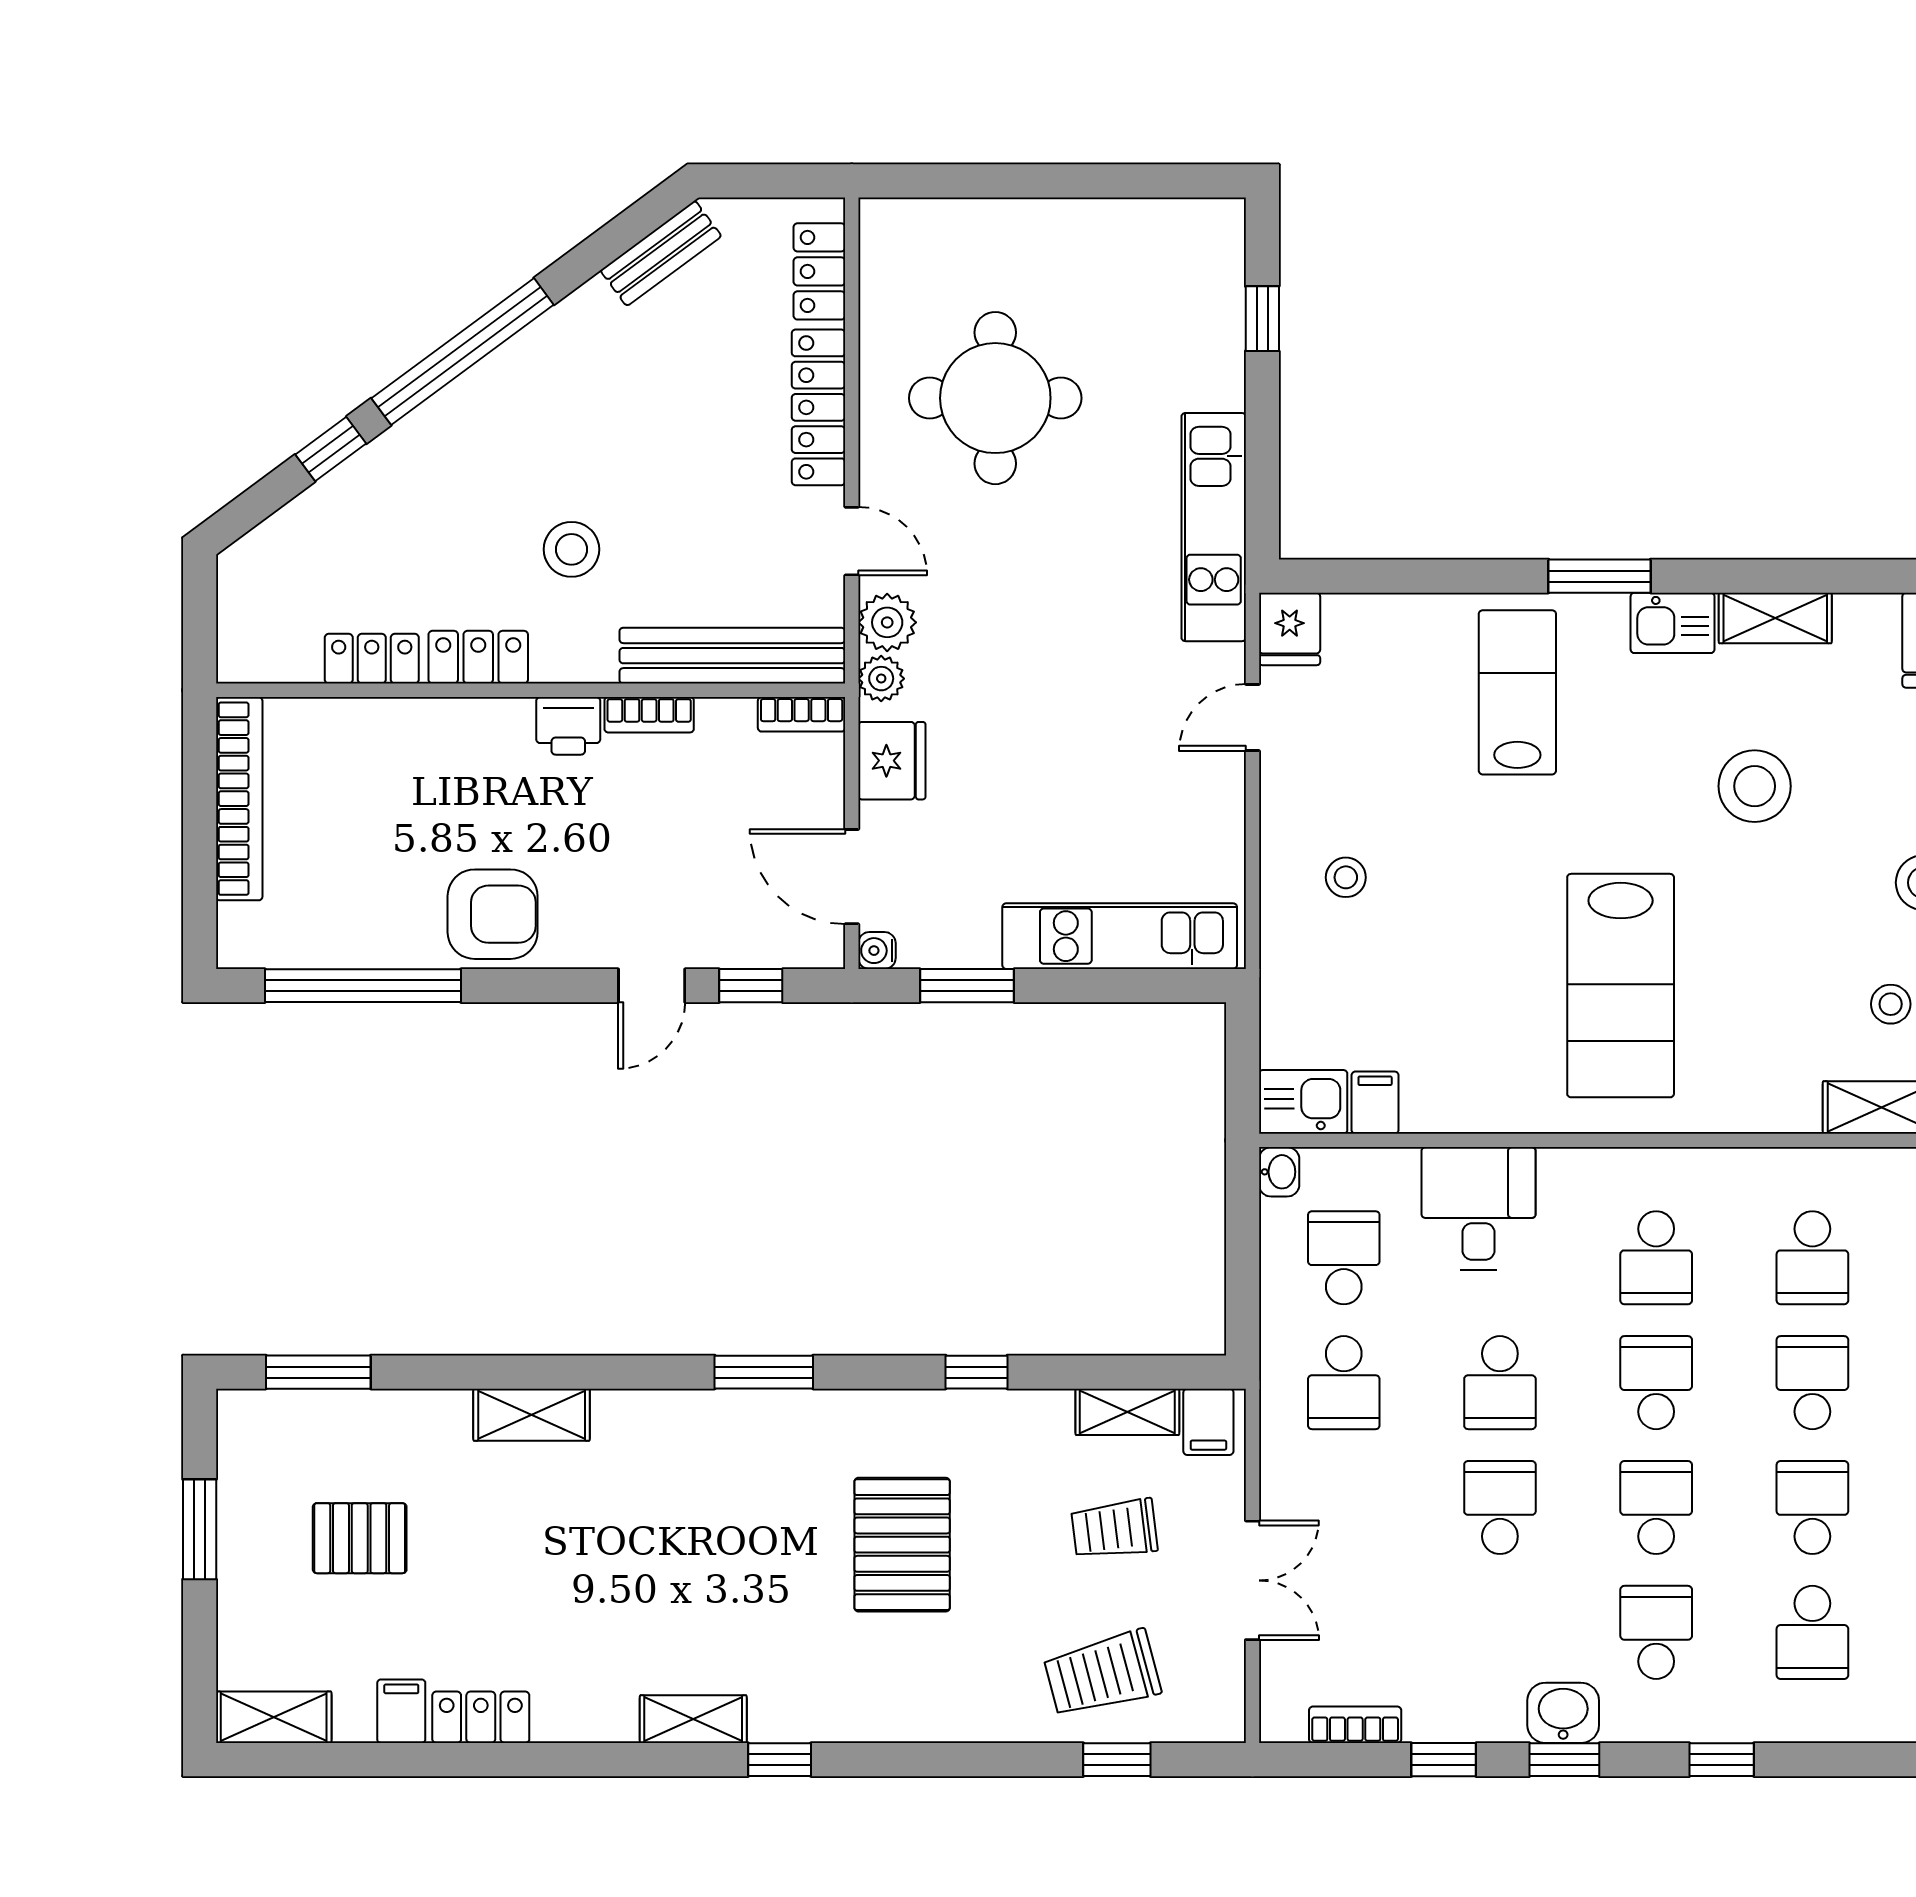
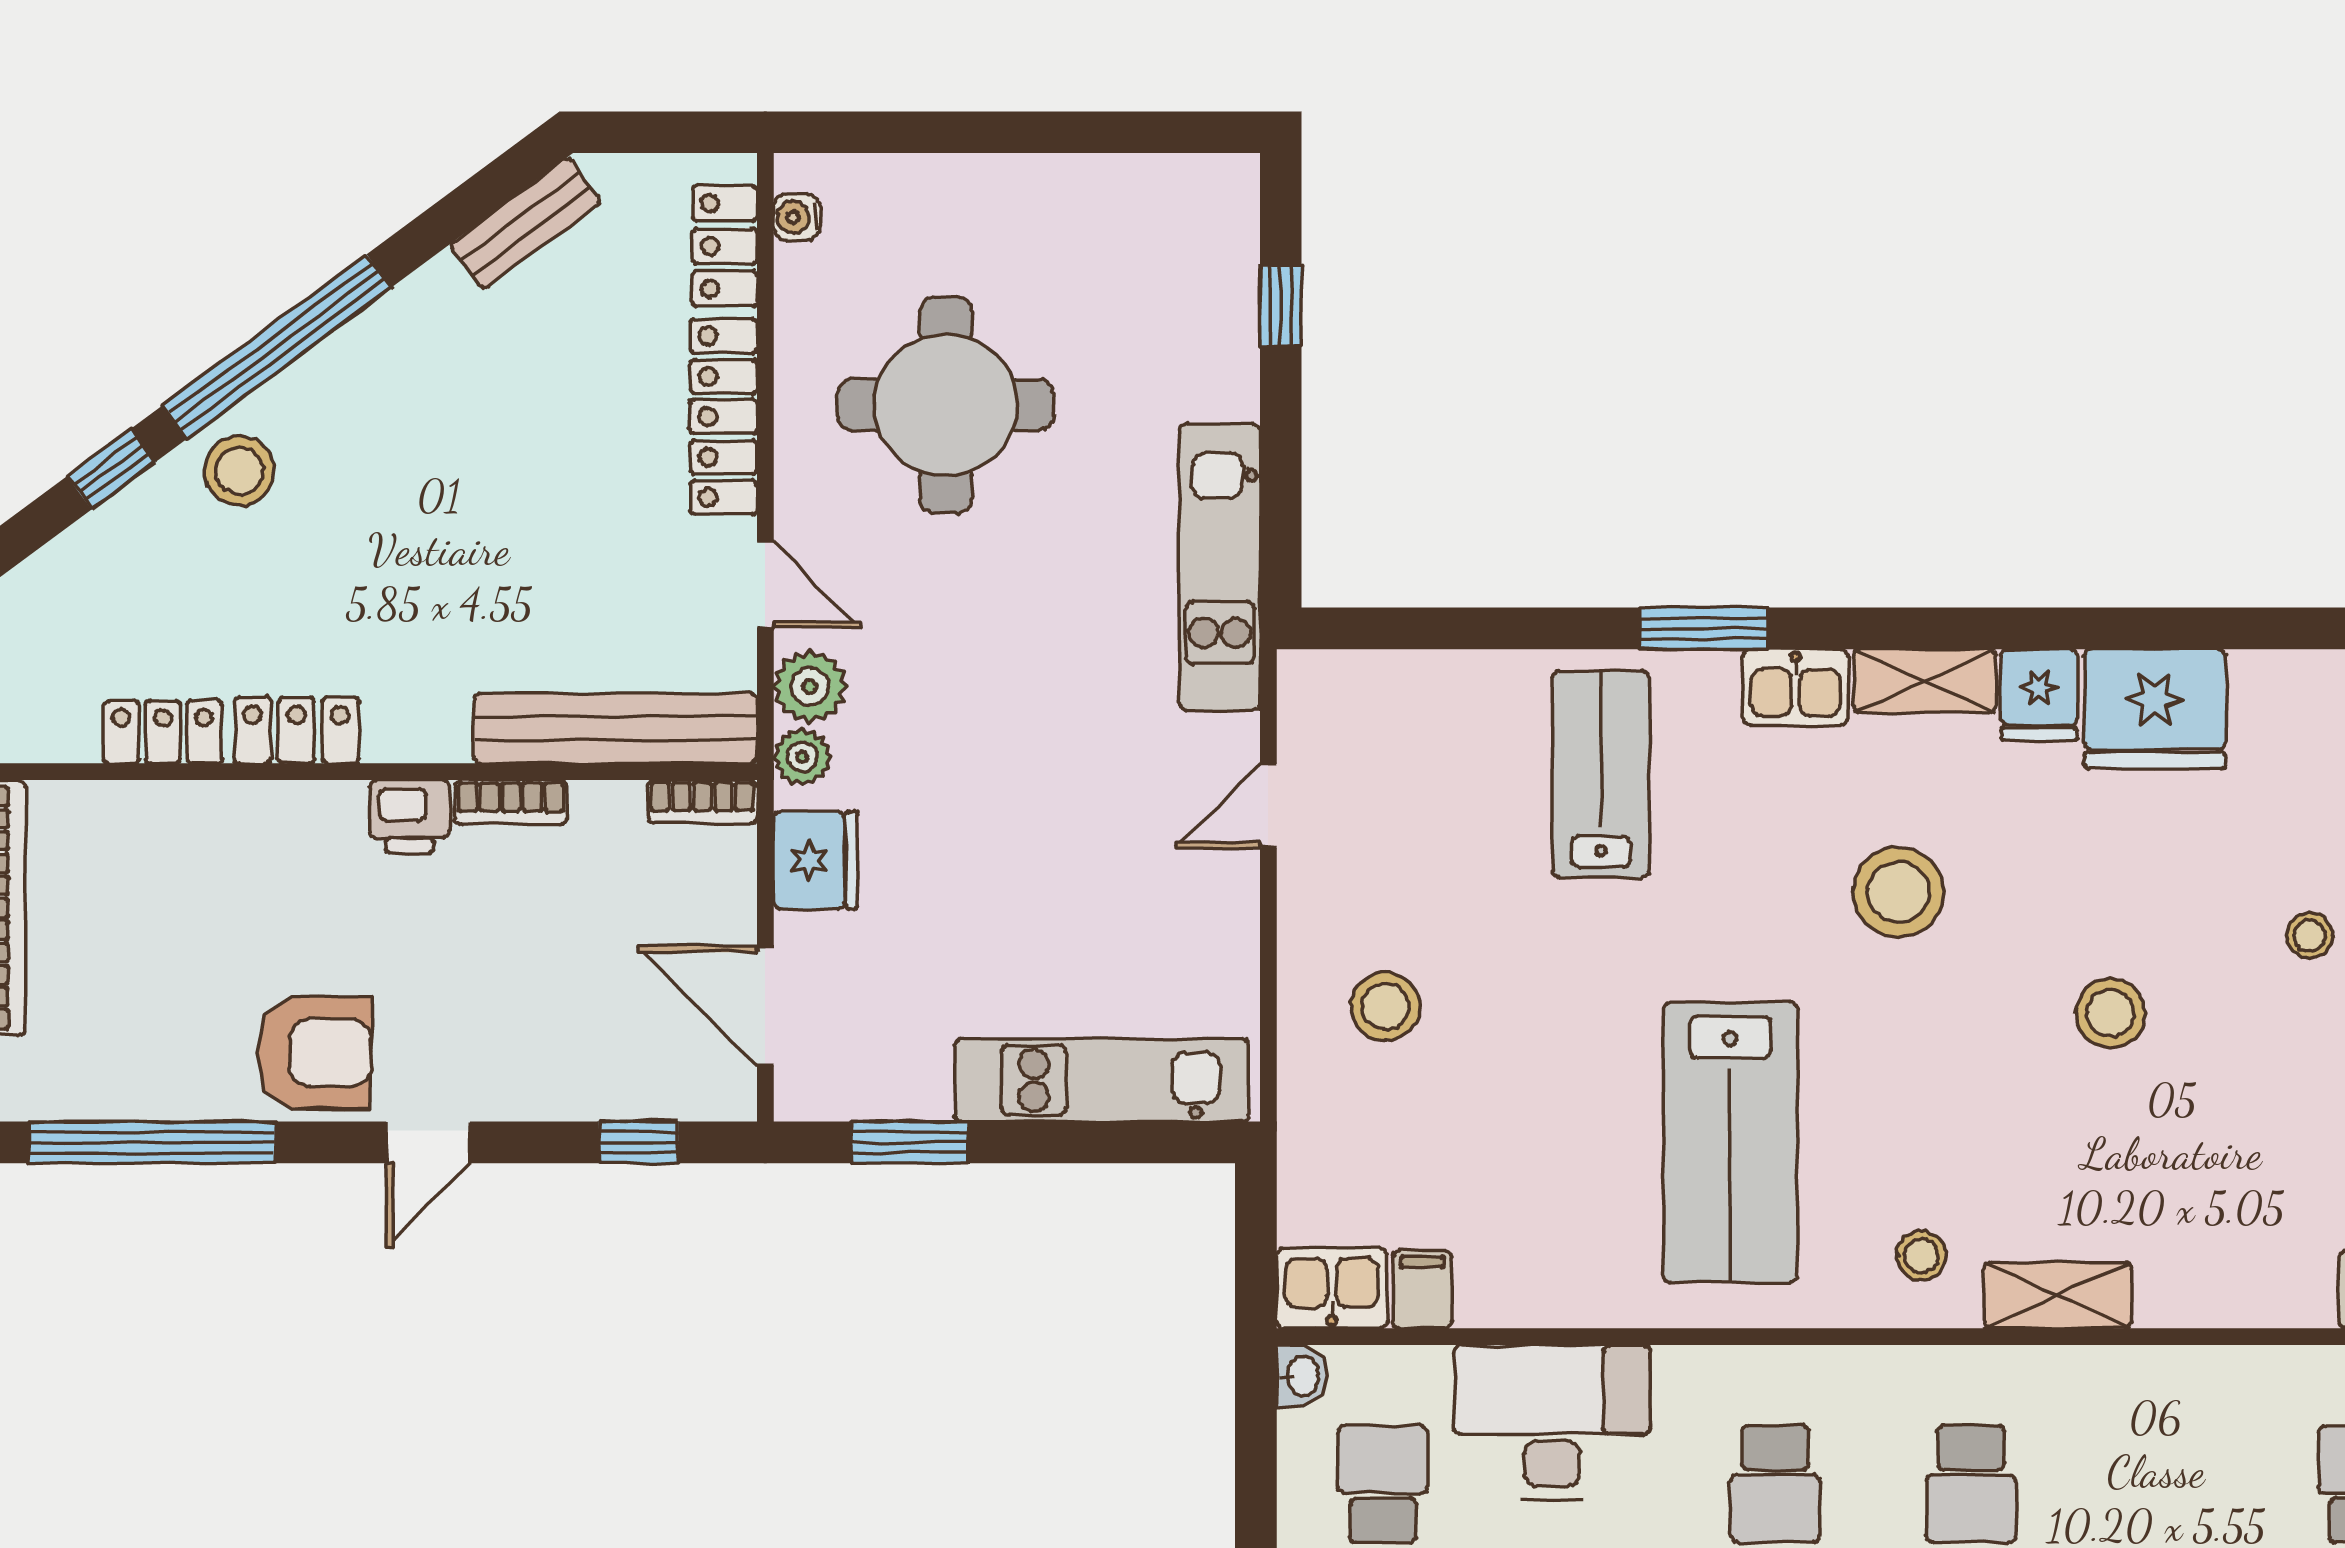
stool: (571, 549) -> (239, 471), moved
fridge: (1290, 629) -> (2039, 695), moved
stool: (1346, 877) -> (1386, 1007), width x1.37, depth x1.37
water cooler: (877, 951) -> (797, 217), moved
door: (652, 986) -> (428, 1142), moved
stool: (1891, 1004) -> (1921, 1256), moved
desk: (1479, 1208) -> (1552, 1422), width x1.37

